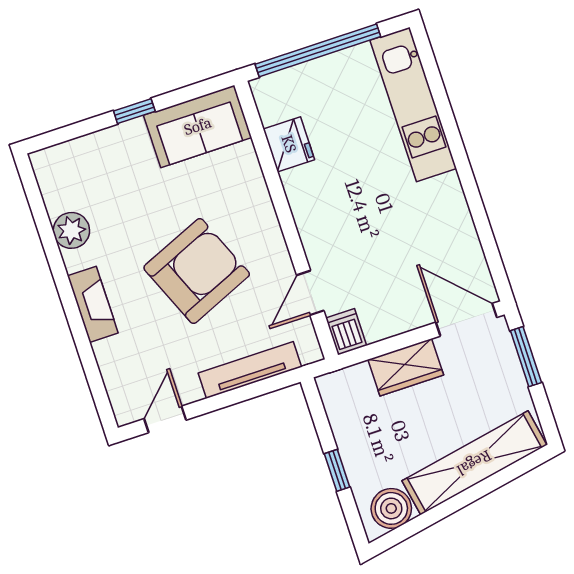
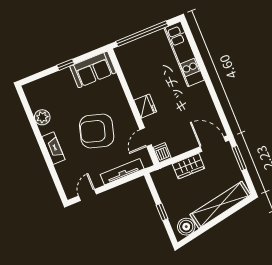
fridge: (289, 144) -> (145, 106), moved
armchair: (197, 271) -> (97, 131), turned -141

